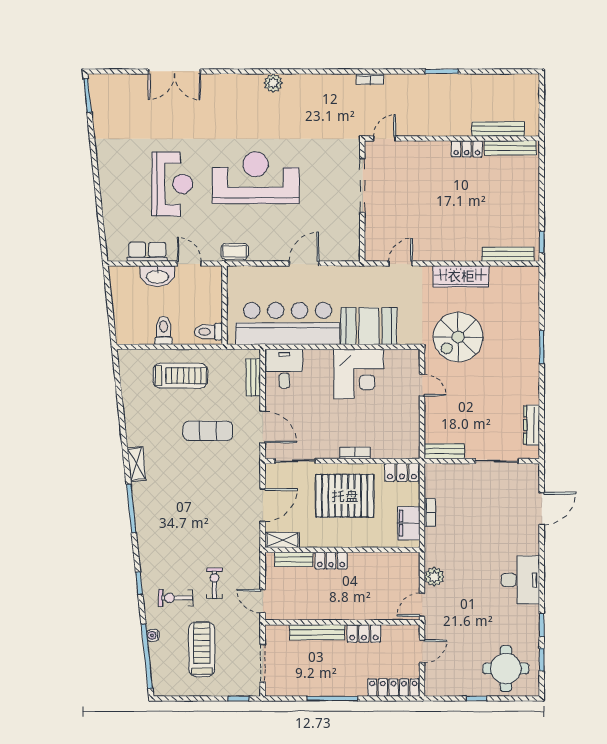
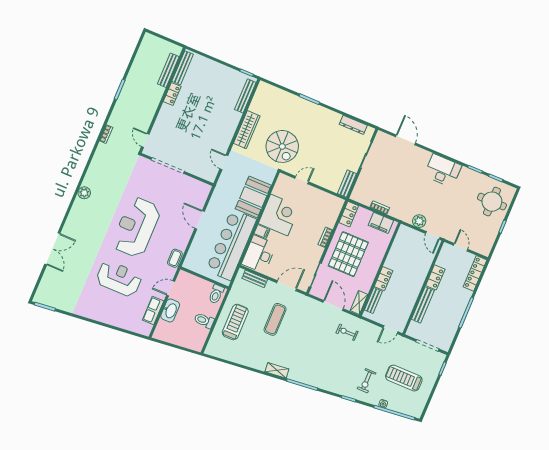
filing cabinet: (325, 359) -> (262, 232), added
desk: (284, 369) -> (259, 254), width x1.37
exercise bike: (214, 583) -> (347, 332), moved

